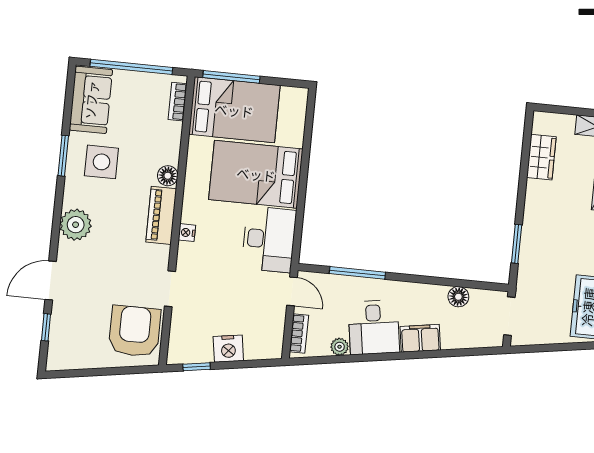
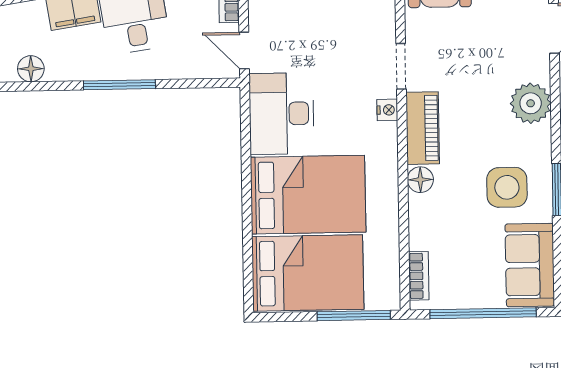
bed: (234, 110) -> (308, 273), moved, turned 180
window: (357, 273) -> (119, 85), moved
doorway: (170, 289) -> (401, 66), moved

